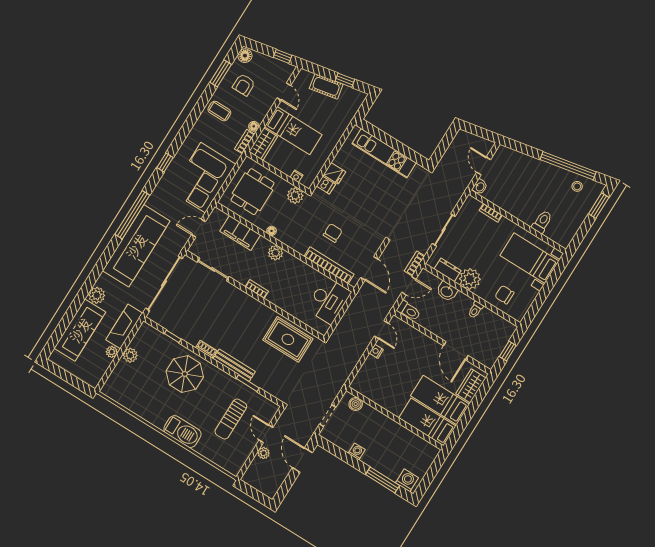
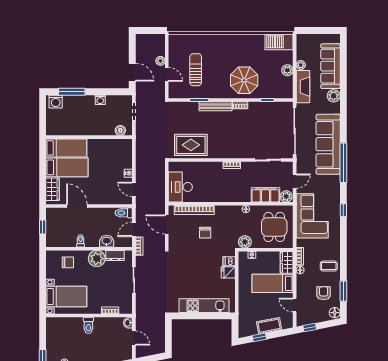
toilet: (542, 222) -> (88, 325), moved
plant: (276, 253) -> (286, 196), moved
barbecue: (182, 432) -> (279, 42), moved

